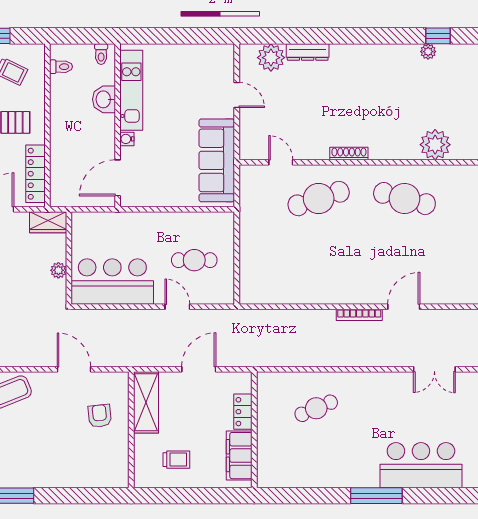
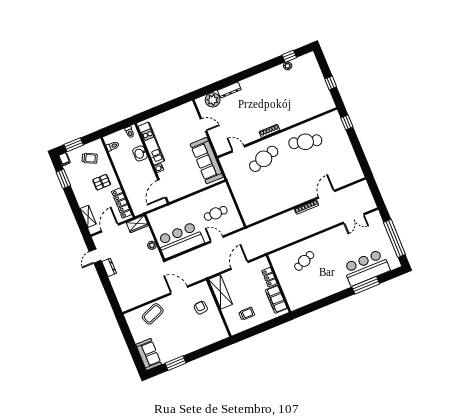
plant: (435, 145) -> (309, 110), removed
window: (376, 496) -> (366, 285), moved

